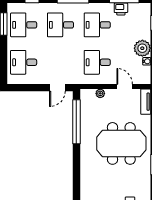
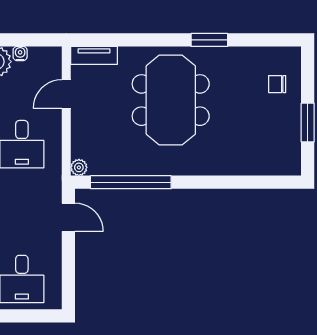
plant: (100, 93) -> (79, 167), moved

